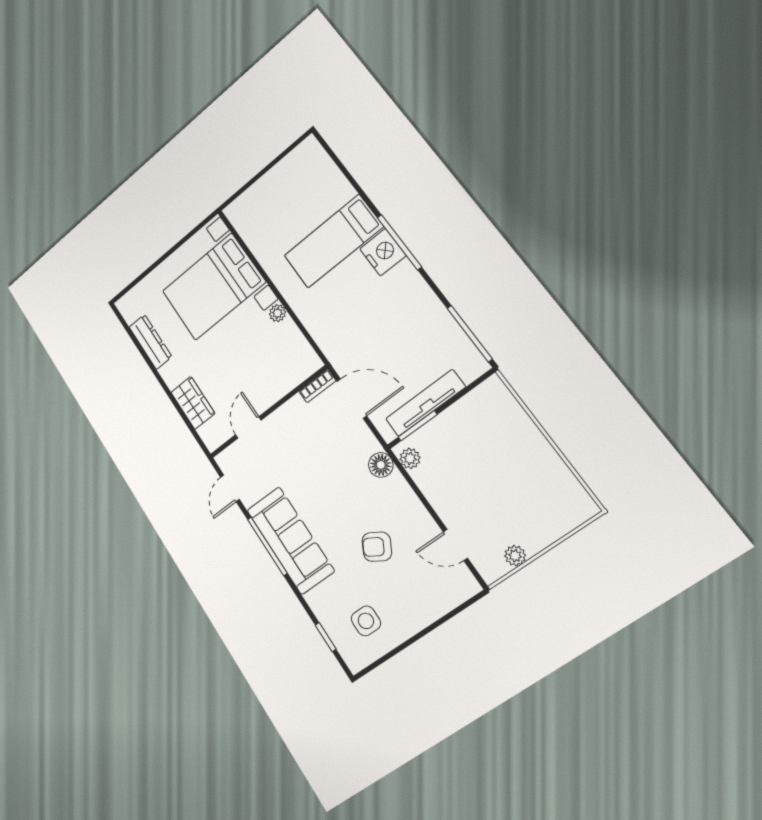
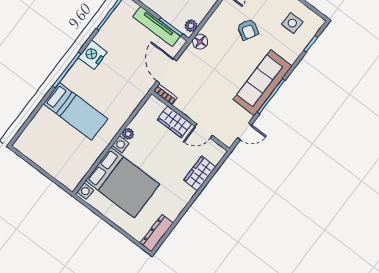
nightstand: (383, 252) -> (93, 55), moved
dresser: (150, 342) -> (157, 233), moved
wardrobe: (274, 388) -> (174, 122), added

